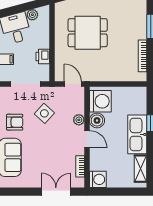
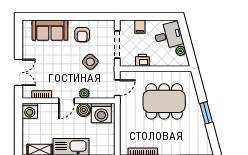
dining table: (88, 33) -> (164, 101), width x1.38

